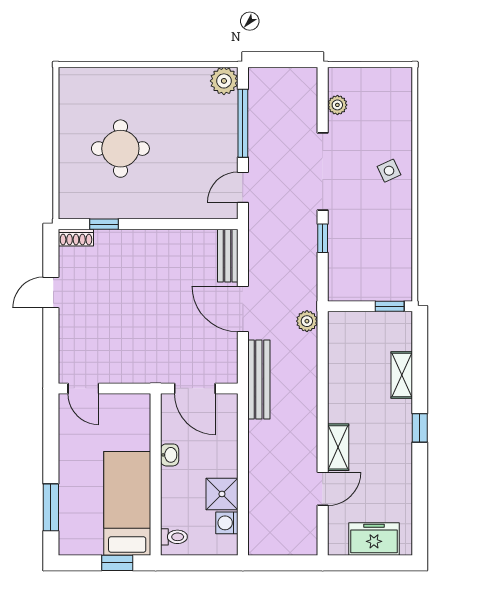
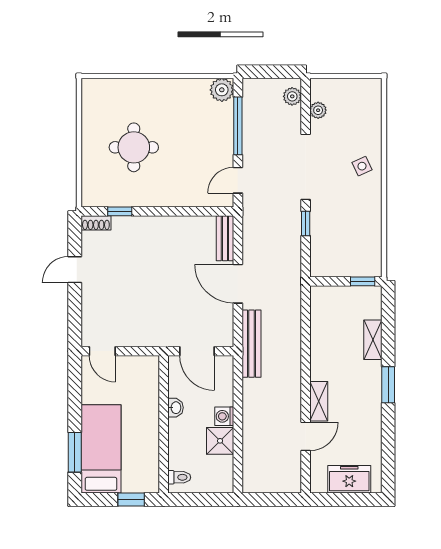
plant: (307, 321) -> (292, 96), moved
window: (420, 428) -> (388, 385), width x1.50
bed: (127, 503) -> (101, 449), moved
washing machine: (227, 523) -> (224, 416), moved

